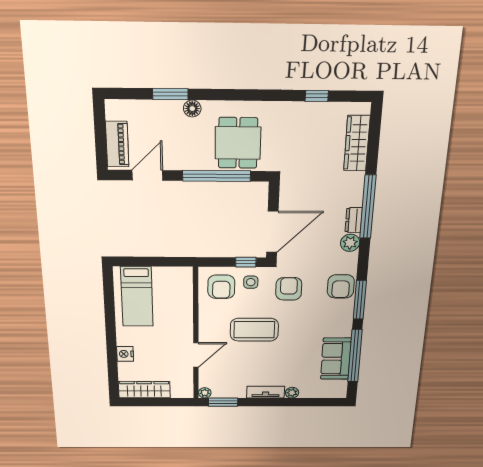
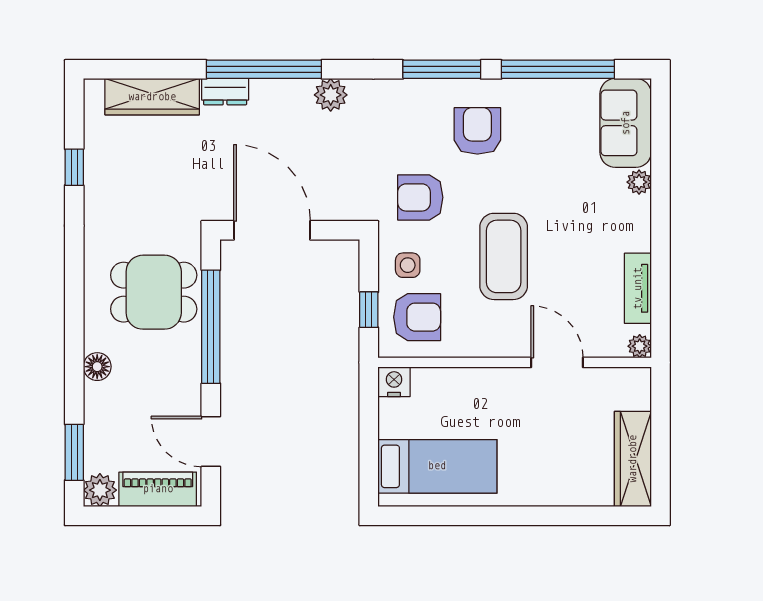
window: (170, 94) -> (74, 452), moved
plant: (115, 109) -> (100, 490), added
dresser: (354, 220) -> (225, 92), moved
door: (272, 232) -> (272, 230), moved
window: (246, 262) -> (369, 310), moved
armchair: (341, 286) -> (477, 131), moved, turned -90
nightstand: (125, 354) -> (394, 382), moved, turned 180
sofa: (336, 359) -> (626, 123), moved, turned 90
tv unit: (266, 392) -> (638, 288), moved
window: (223, 402) -> (660, 312), removed

